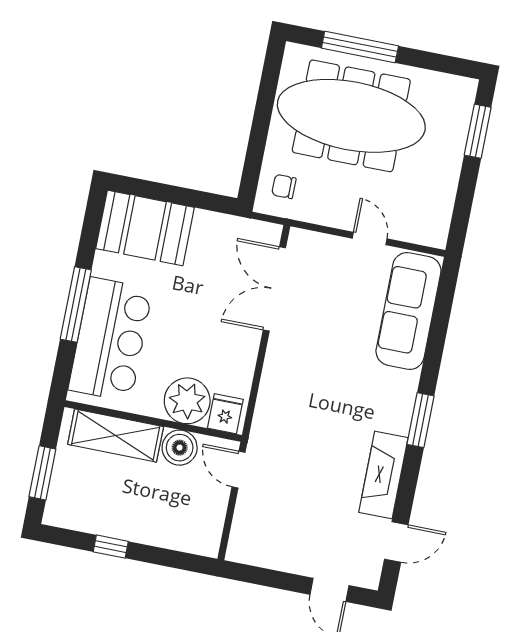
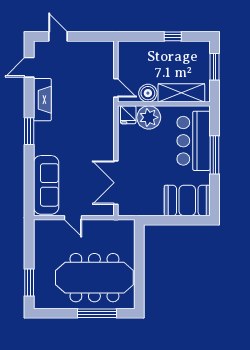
chair: (284, 186) -> (121, 235), removed
double door: (274, 289) -> (116, 183), swing flipped

